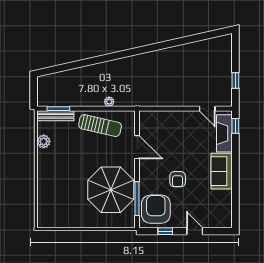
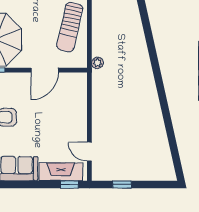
plant: (109, 102) -> (97, 63), moved
door: (207, 109) -> (89, 152), hinge flipped

